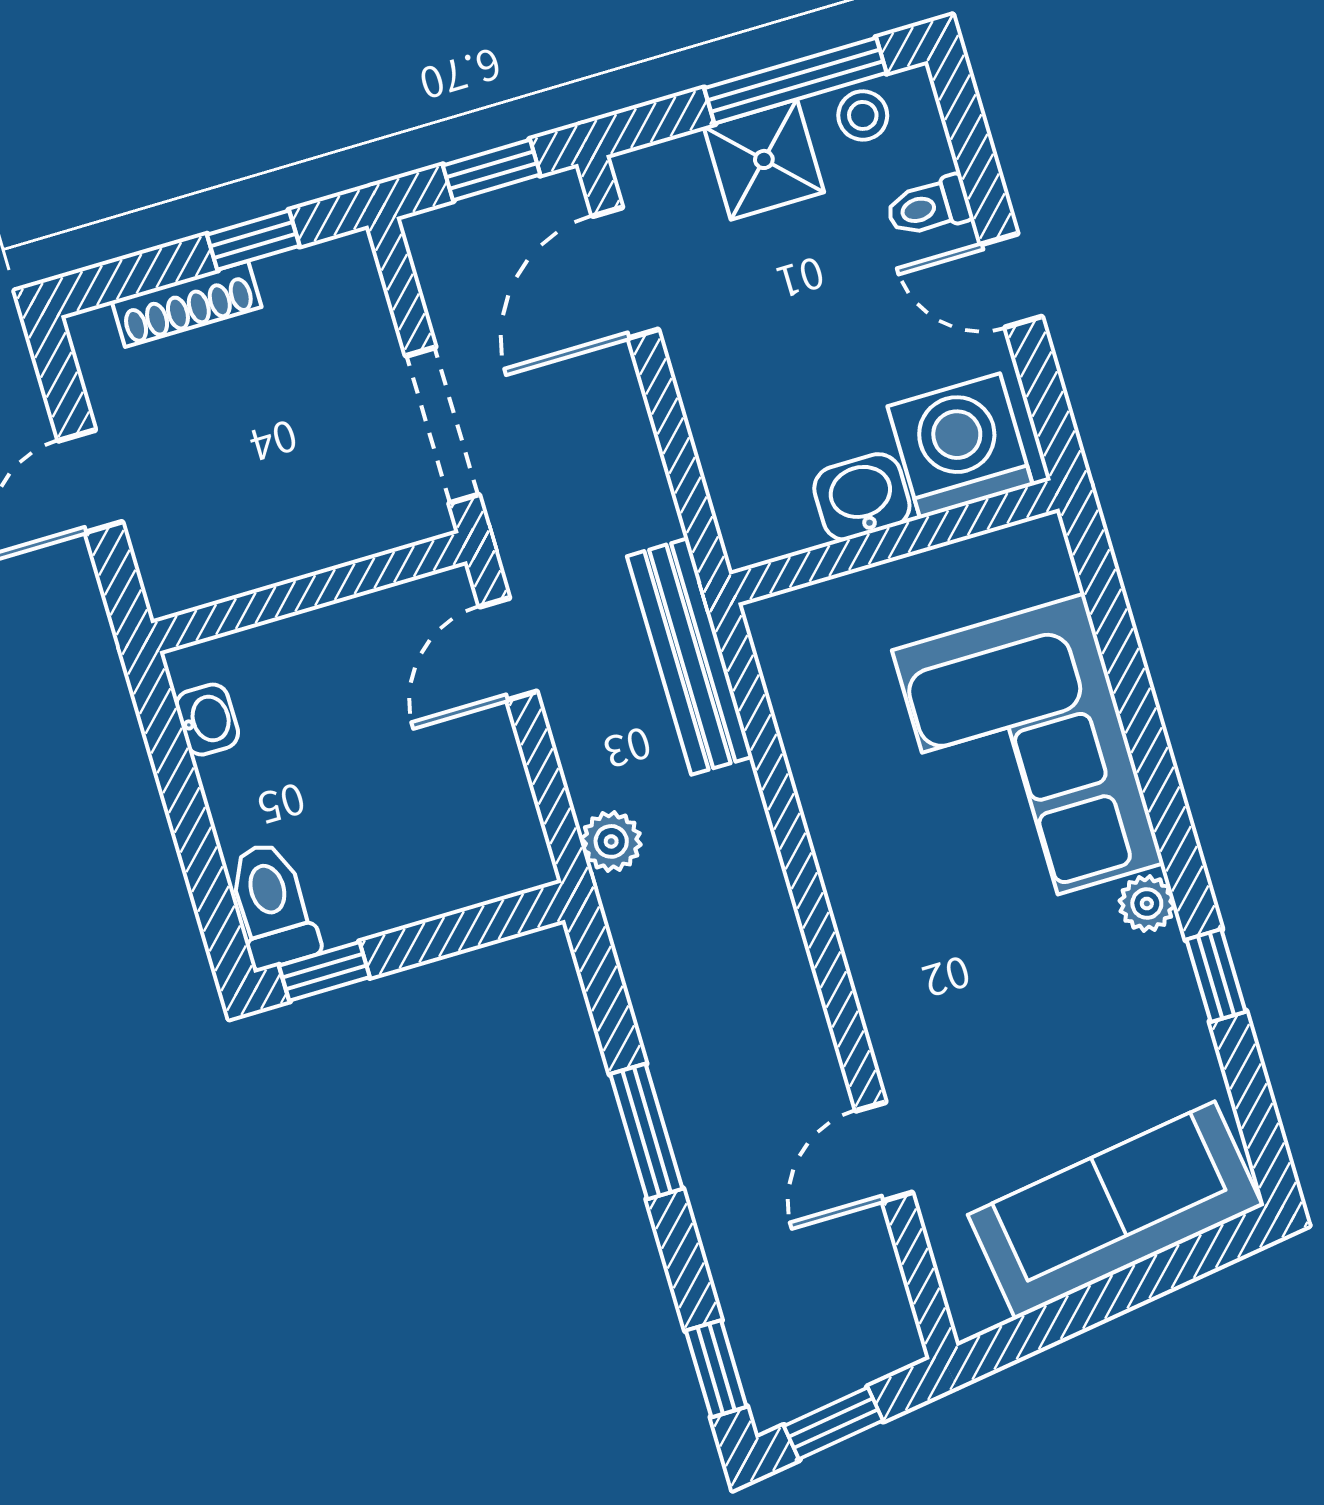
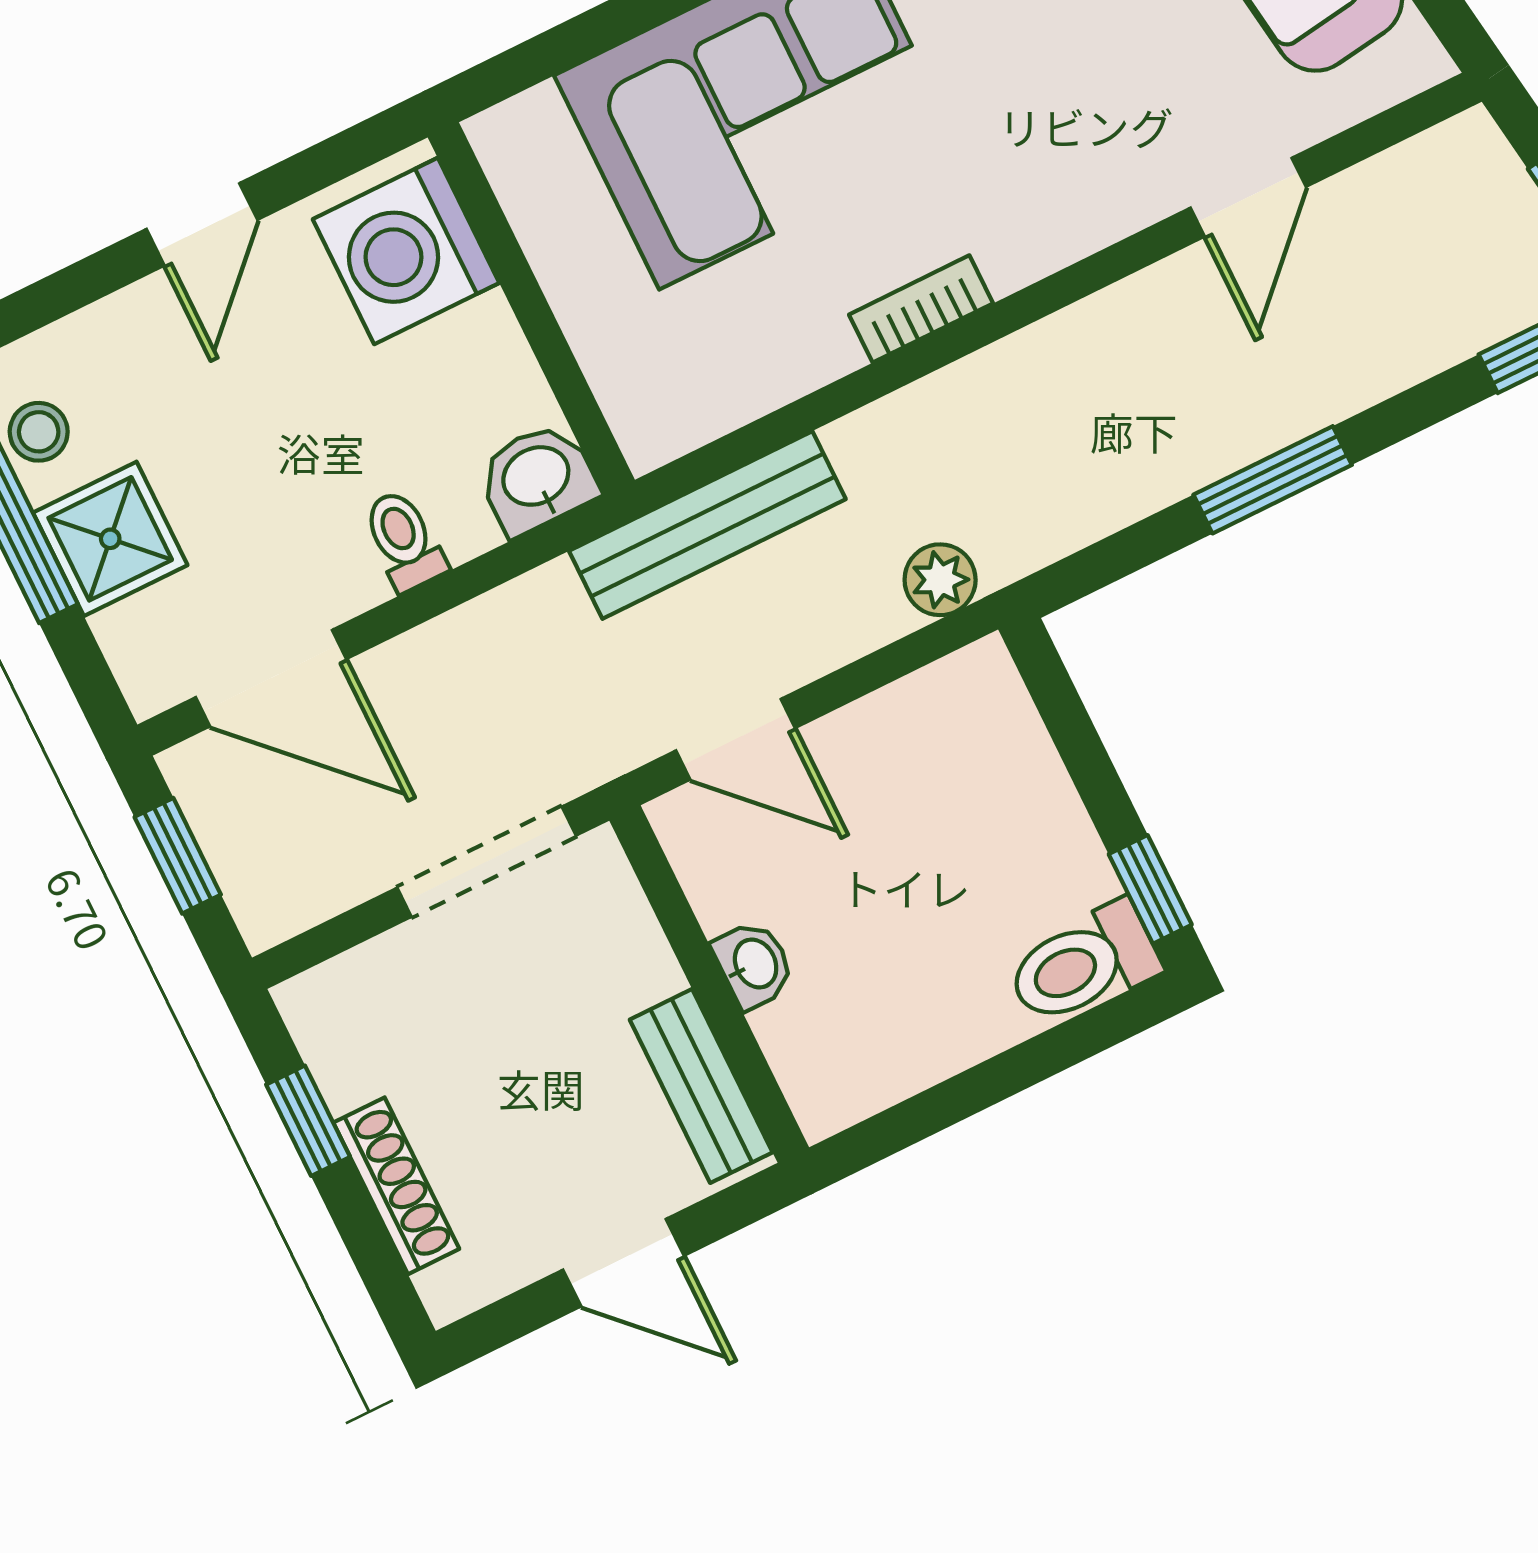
toilet: (929, 207) -> (404, 540), moved, turned 180
washbasin: (862, 497) -> (537, 478), moved, turned 90
bench: (226, 571) -> (701, 1086), added
washbasin: (207, 720) -> (754, 964), moved, turned 90
bookcase: (838, 864) -> (921, 309), added
door: (884, 1152) -> (1248, 197), hinge flipped

